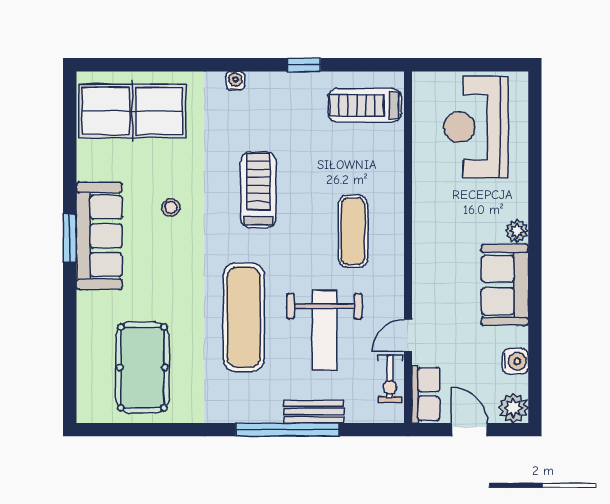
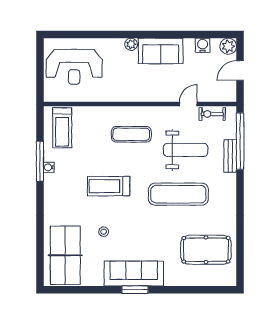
window: (304, 65) -> (40, 161), width x2.17
water cooler: (235, 81) -> (49, 167), moved
stool: (171, 207) -> (104, 232), moved
door: (408, 335) -> (188, 104), swing flipped
exercise bike: (390, 379) -> (212, 114), turned 180
row of seats: (426, 394) -> (221, 94), removed
window: (287, 430) -> (240, 141), moved

